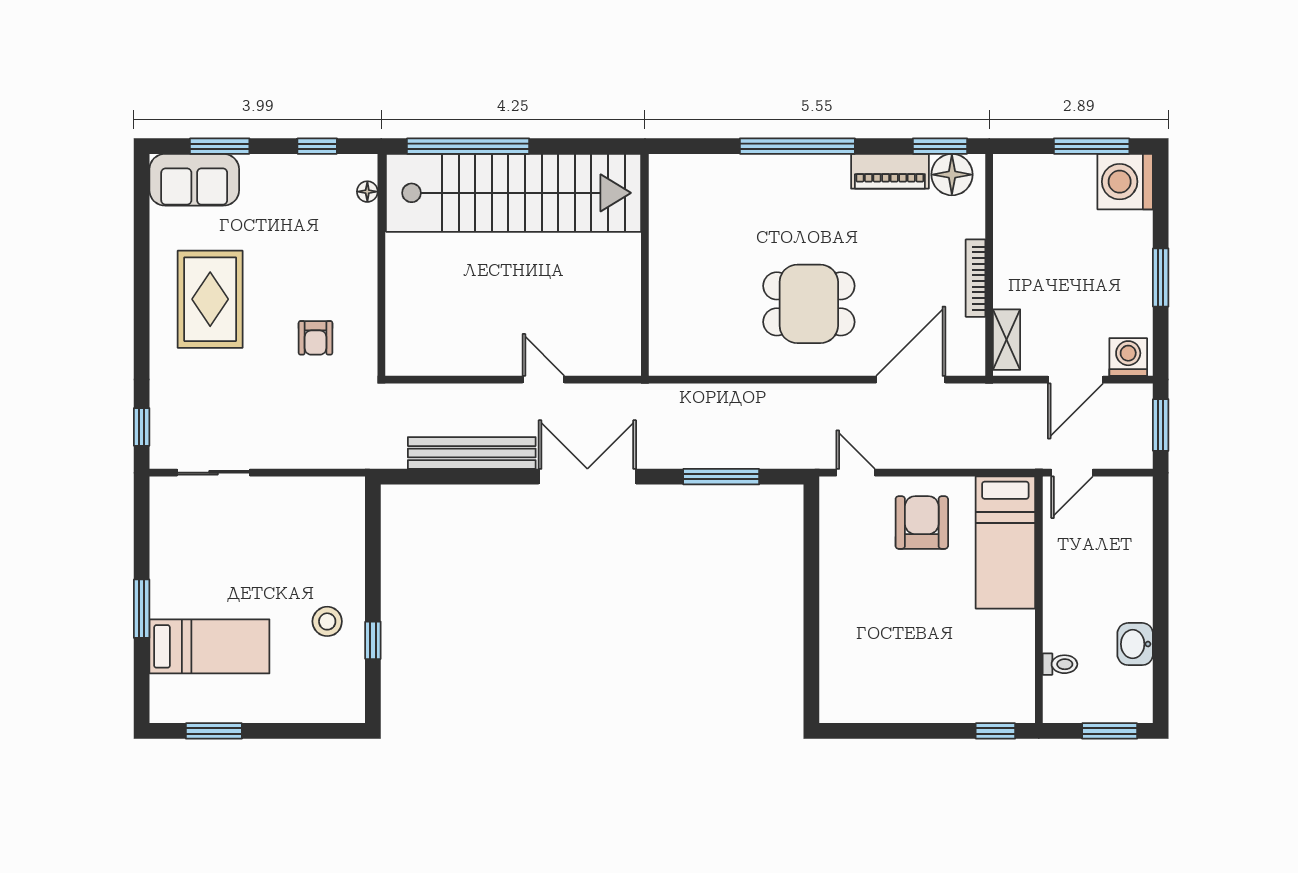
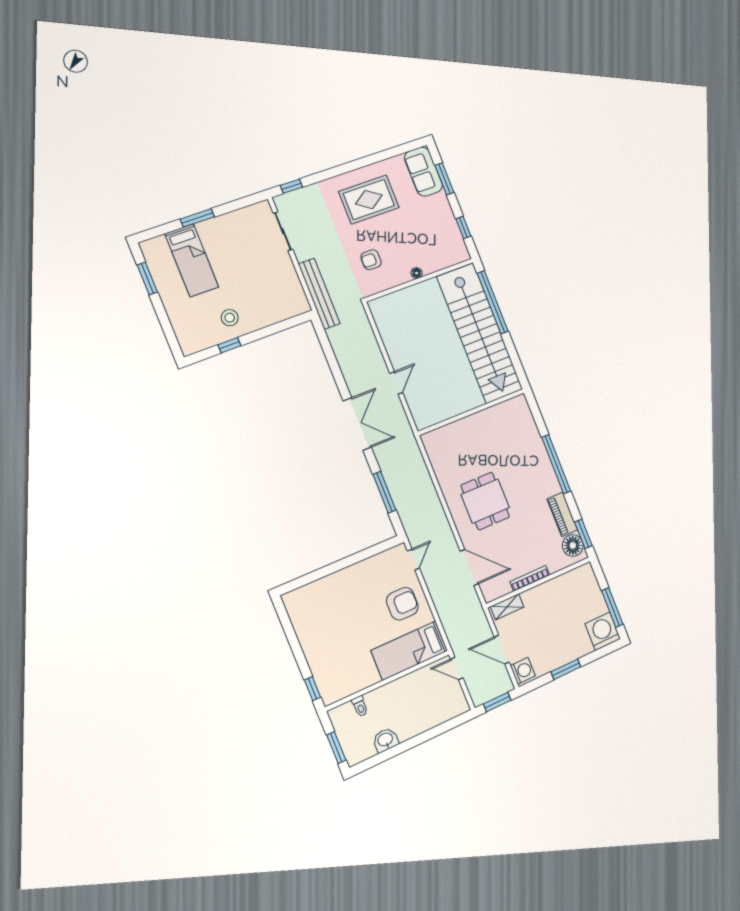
floor lamp: (367, 192) -> (417, 273), moved
bench: (472, 453) -> (319, 294), moved

